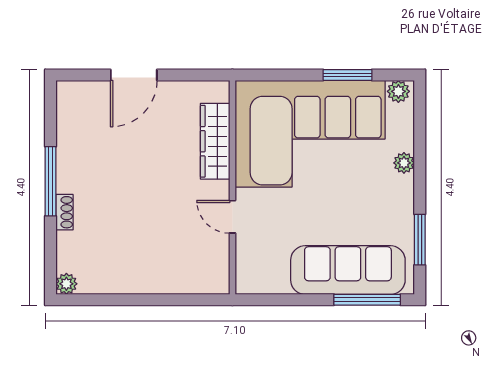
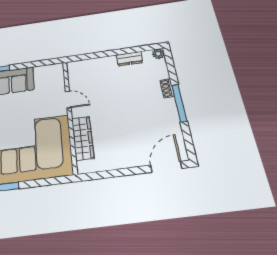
door: (134, 75) -> (166, 167), moved
dresser: (118, 282) -> (129, 59), added

